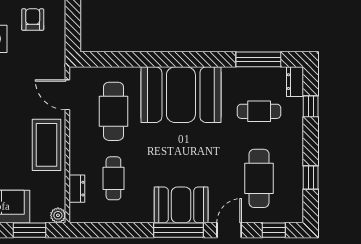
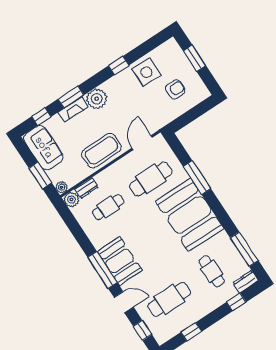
window: (145, 59) -> (197, 178), added
plant: (79, 213) -> (71, 200), added

